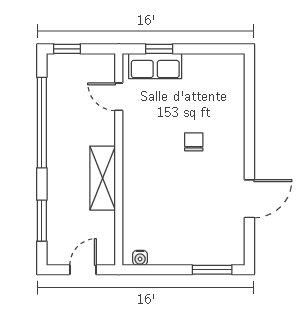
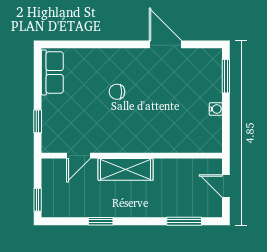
row of seats: (155, 66) -> (52, 72), moved
window: (42, 123) -> (101, 221), width x0.32
shelving: (103, 178) -> (126, 169), moved
water cooler: (140, 258) -> (216, 109), moved

